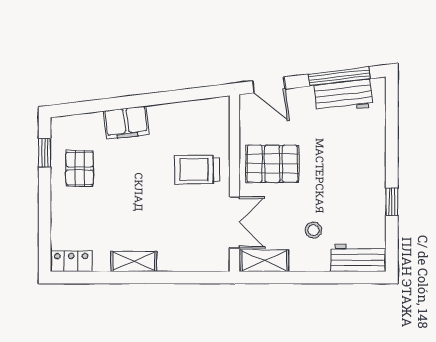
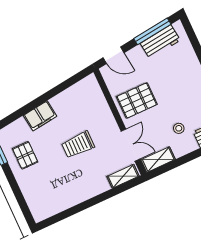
trolley: (197, 170) -> (78, 145), moved
locker: (71, 261) -> (45, 212), removed
shelving: (134, 261) -> (123, 176), moved

